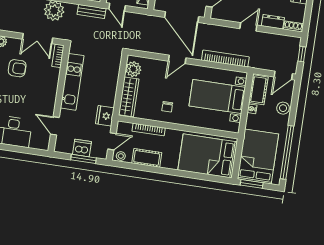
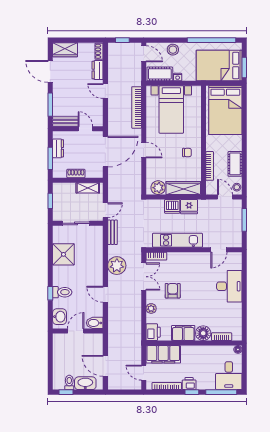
fridge: (105, 116) -> (189, 207), moved
dishwasher: (82, 148) -> (172, 206), moved, turned -90

